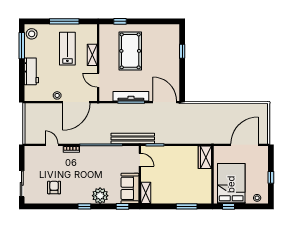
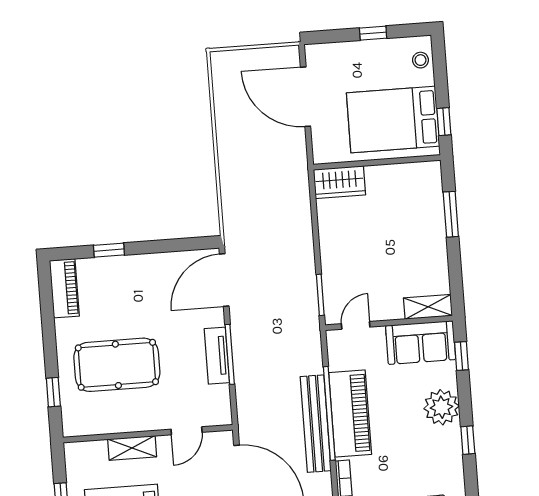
piano: (166, 30) -> (64, 288), added
tv unit: (131, 96) -> (217, 356), width x0.71
bench: (133, 138) -> (316, 424), moved
piano: (100, 154) -> (350, 414), added

